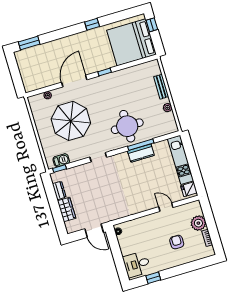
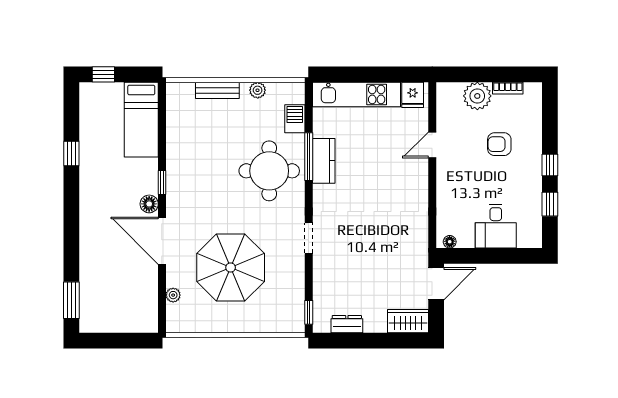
window: (92, 24) -> (71, 153), moved
bed: (131, 42) -> (141, 120), width x0.49
floor lamp: (91, 69) -> (149, 204), added
barbecue: (61, 160) -> (295, 119), moved
wardrobe: (67, 209) -> (408, 321), moved
desk: (137, 264) -> (496, 226), moved
window: (174, 272) -> (550, 165), added

